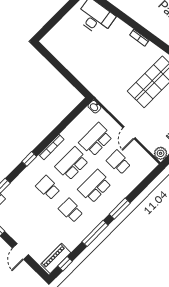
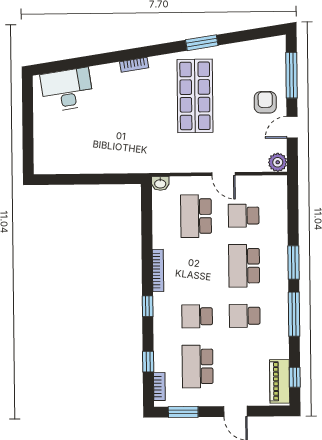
school desk: (72, 164) -> (198, 366), moved

